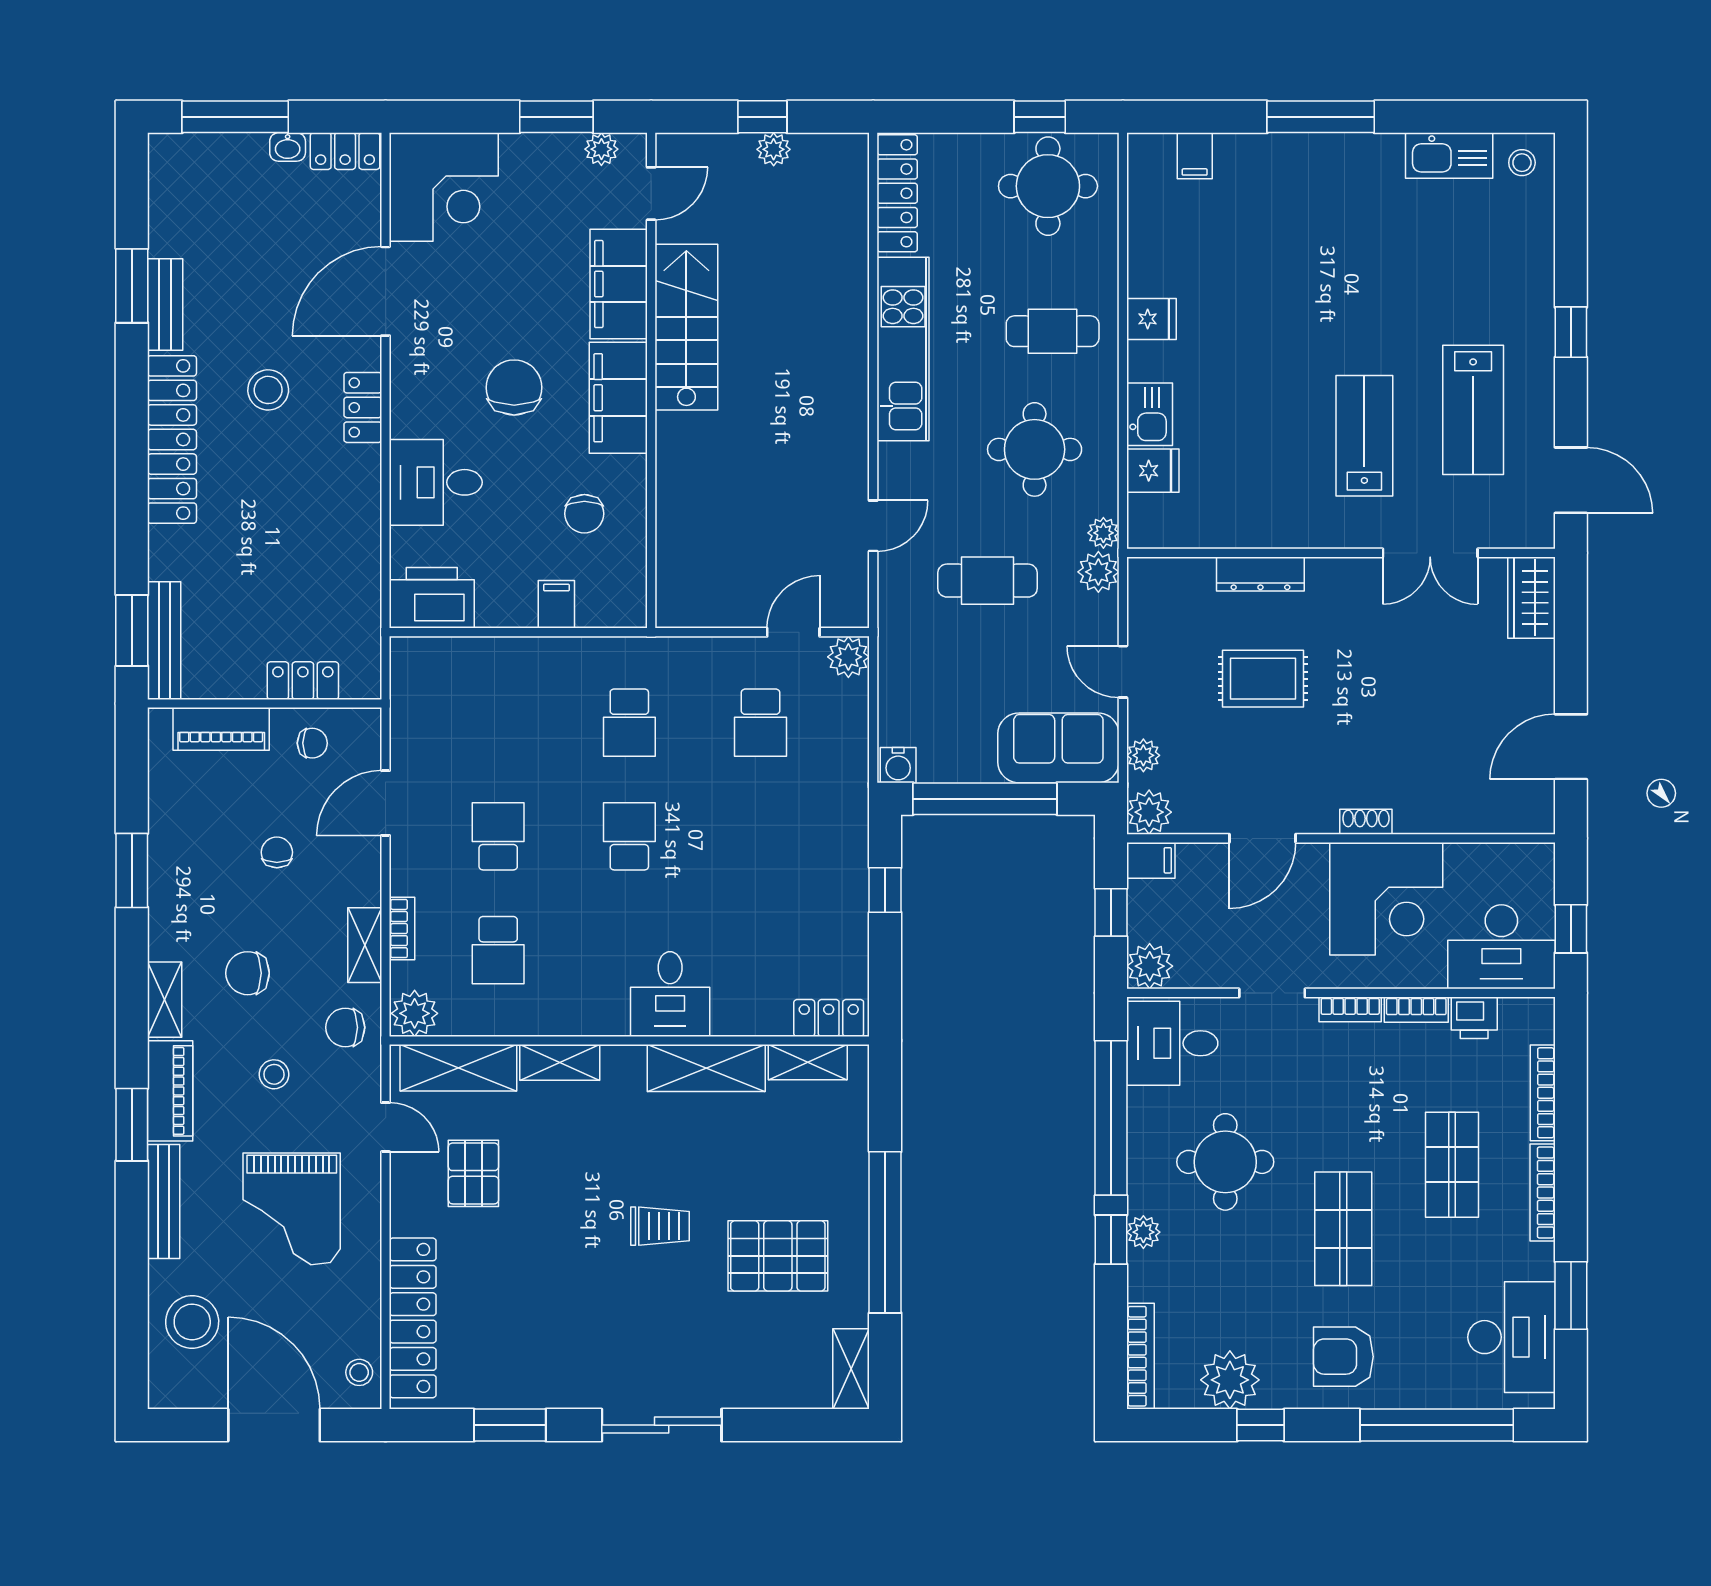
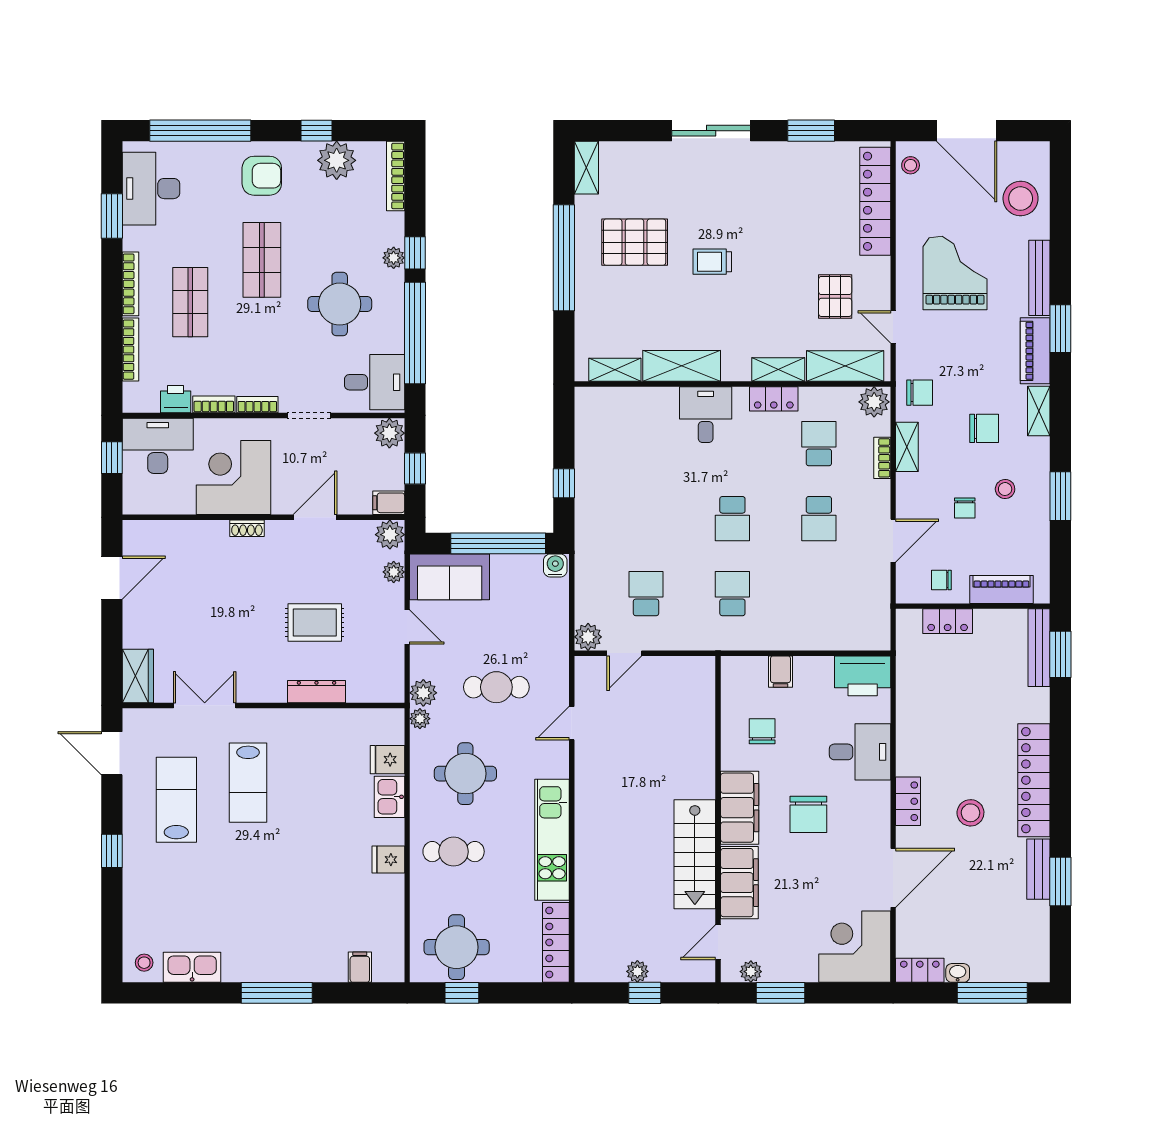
locker: (829, 1018) -> (774, 399), moved
stool: (274, 1074) -> (1005, 489), moved

